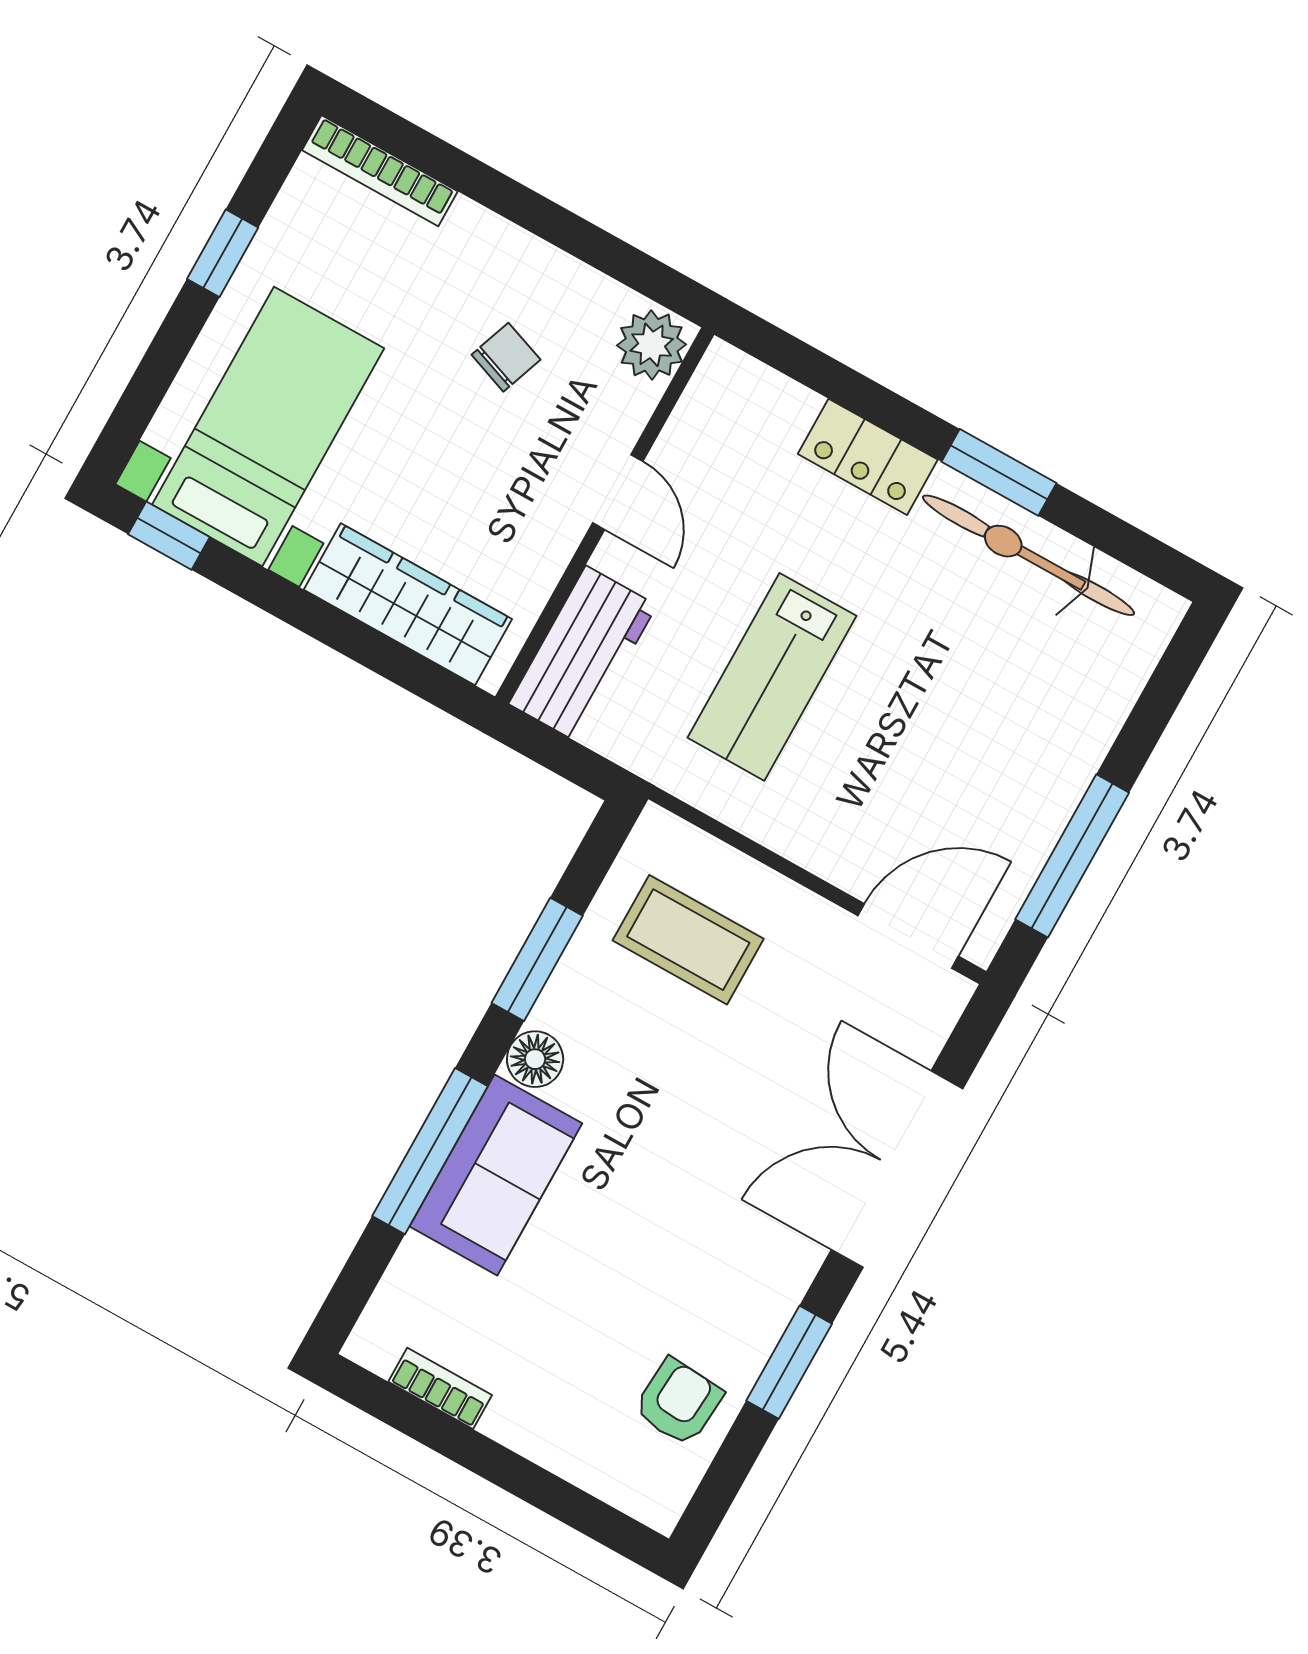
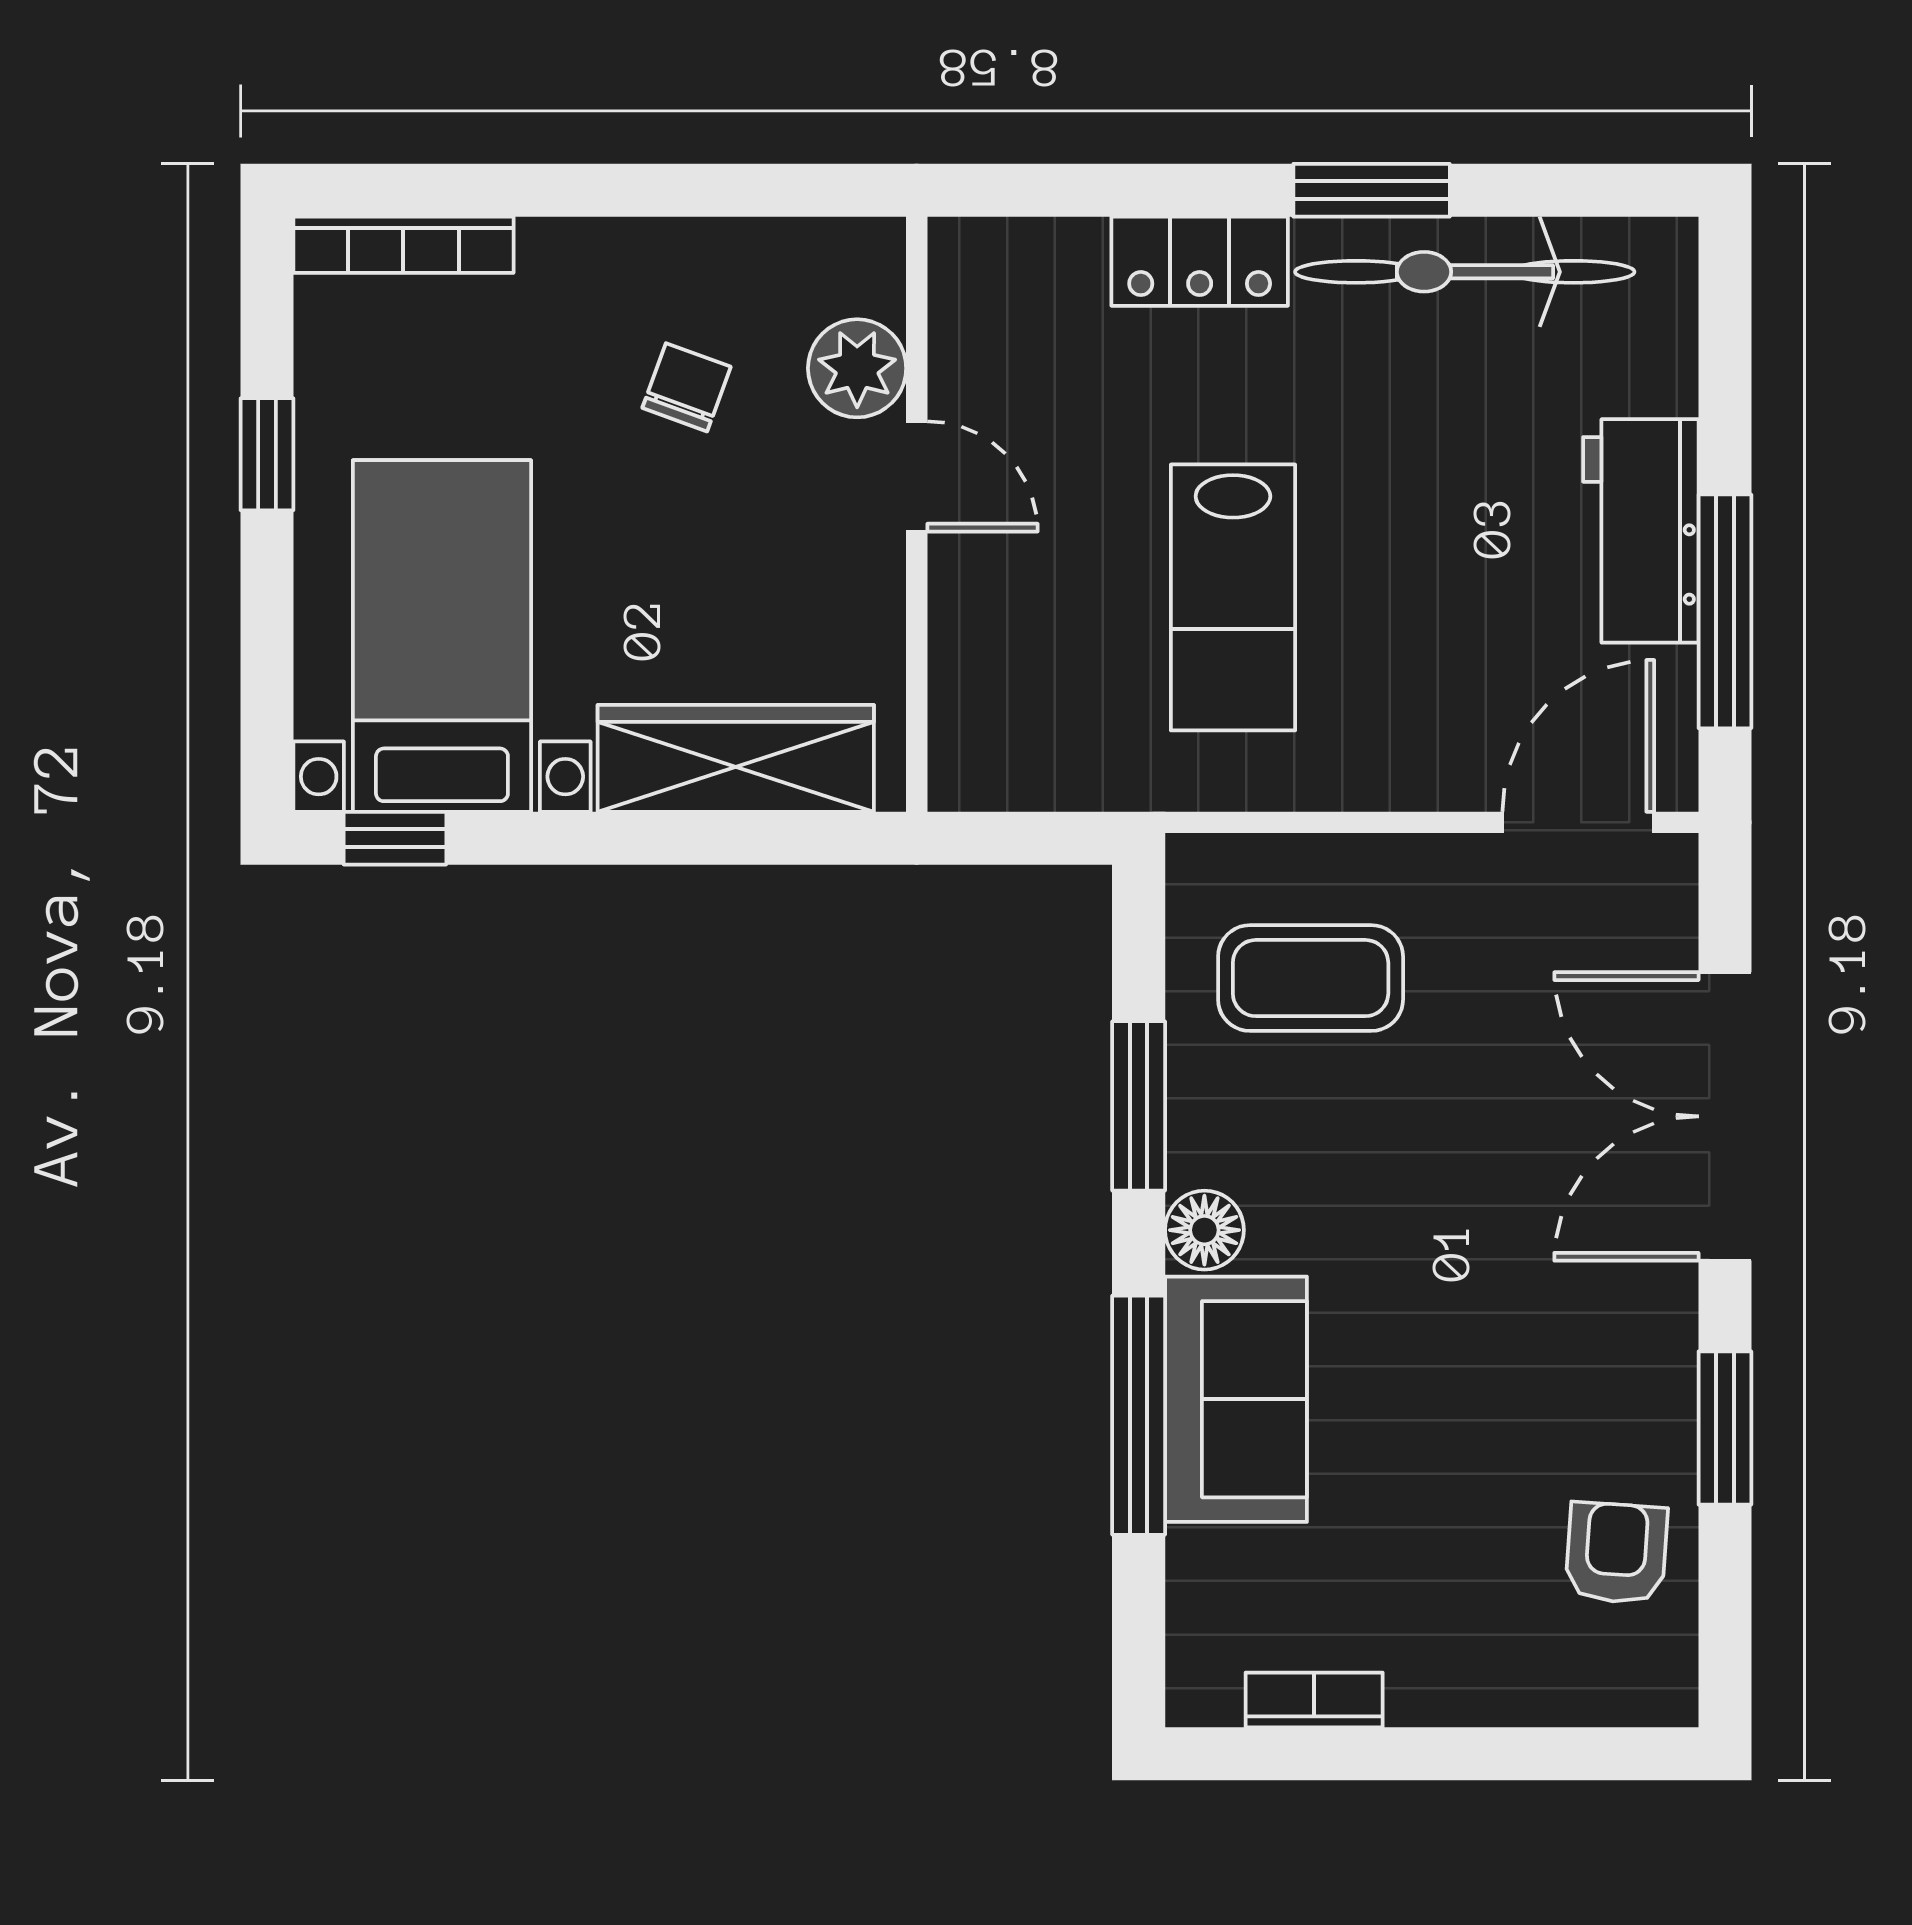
plant: (652, 345) -> (857, 368), moved
workbench: (583, 654) -> (1641, 531), moved, turned 180

